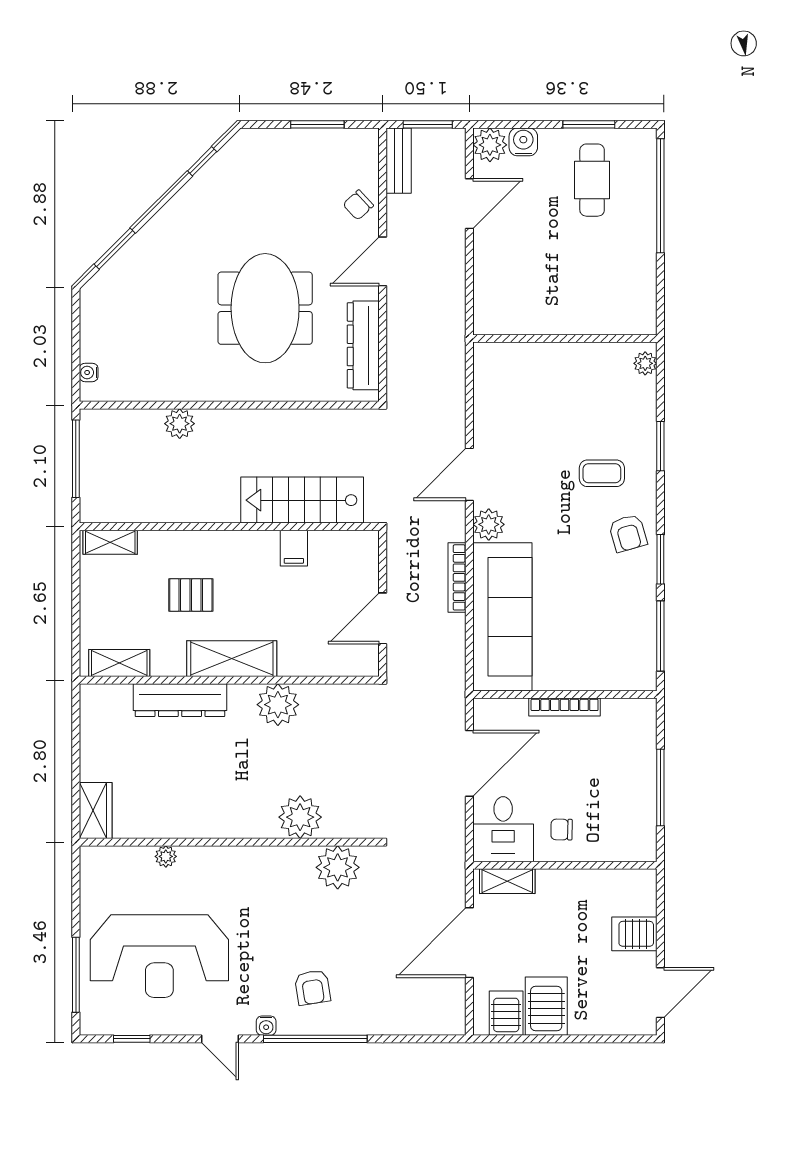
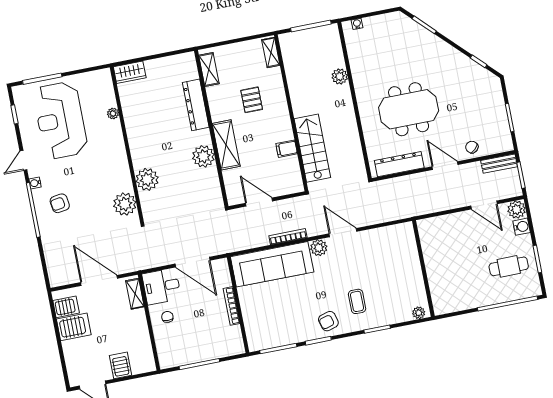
shelving: (232, 659) -> (226, 145), moved

